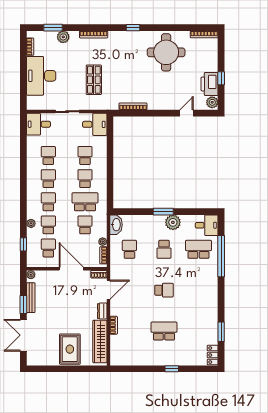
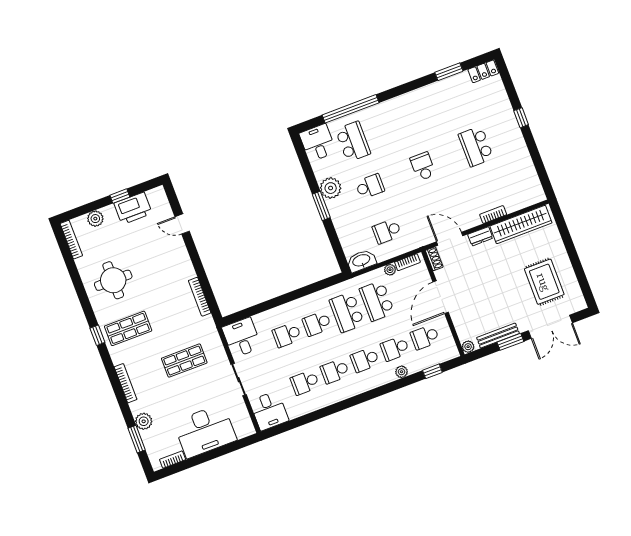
shop shelf: (130, 50) -> (128, 328), added
round table: (166, 52) -> (113, 280), width x0.73, depth x0.73
plant: (212, 102) -> (95, 219), moved
school desk: (85, 225) -> (377, 301), width x1.85
school desk: (199, 249) -> (353, 142), turned 180
rug: (70, 349) -> (544, 282), moved, turned 90

